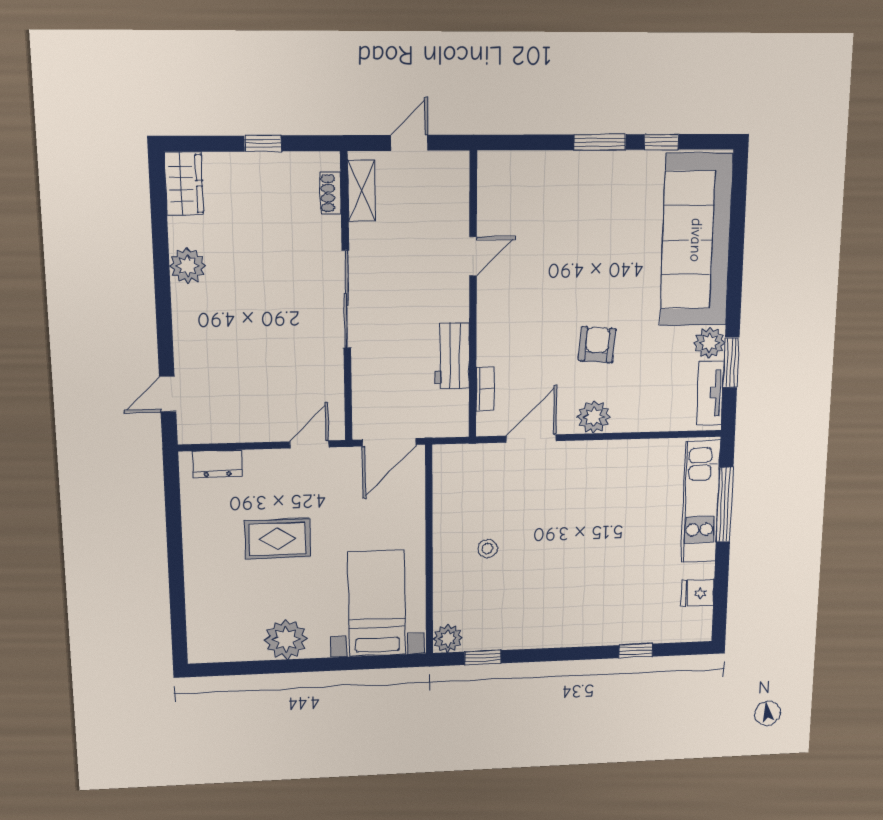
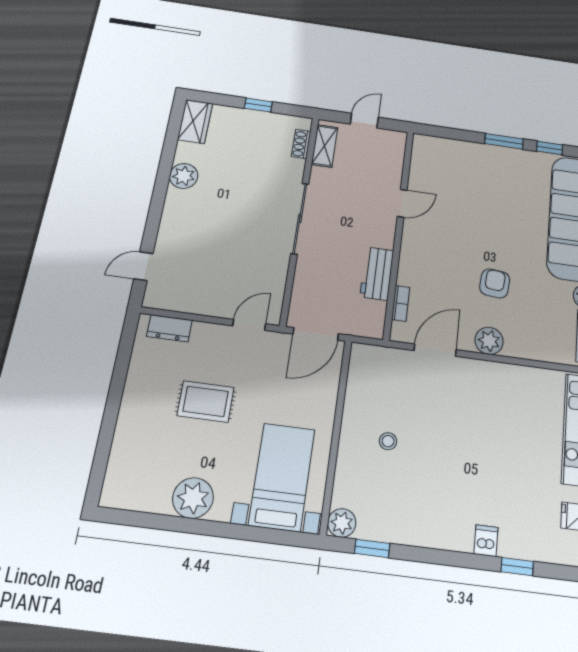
dishwasher: (602, 631) -> (486, 541), added

